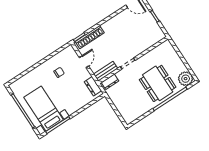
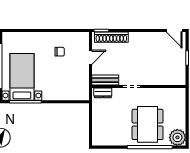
dresser: (93, 86) -> (83, 86), removed

